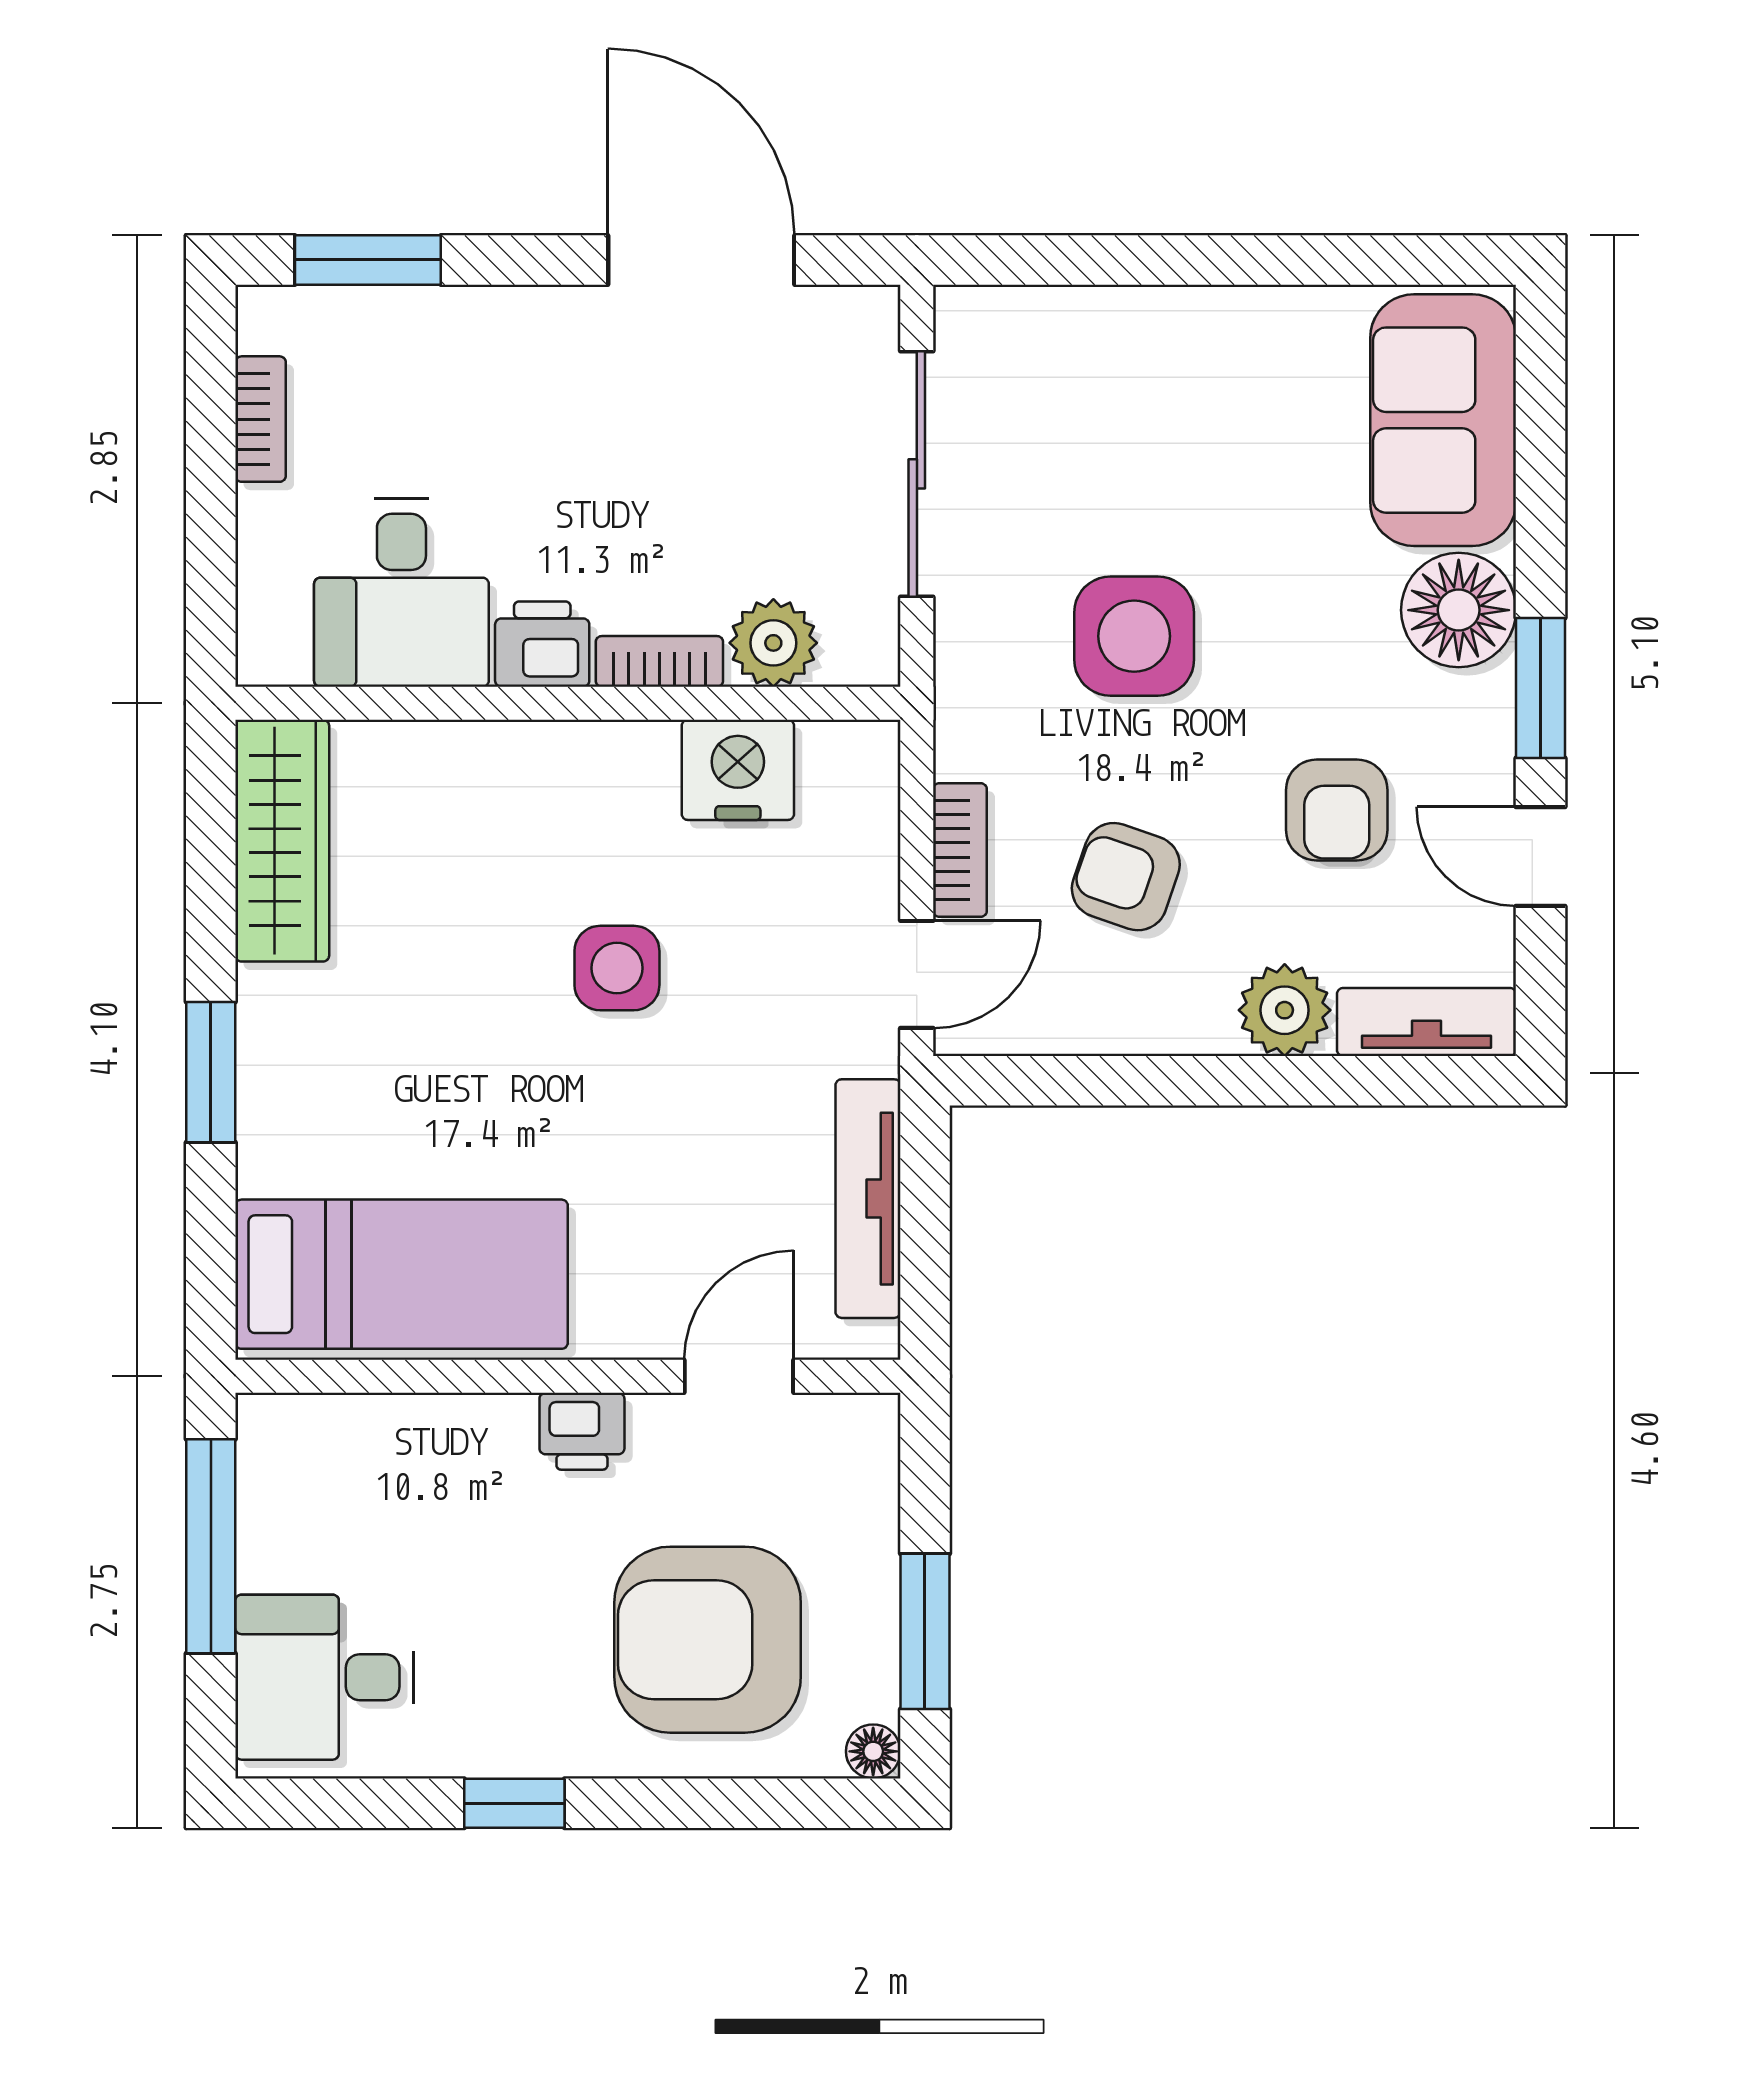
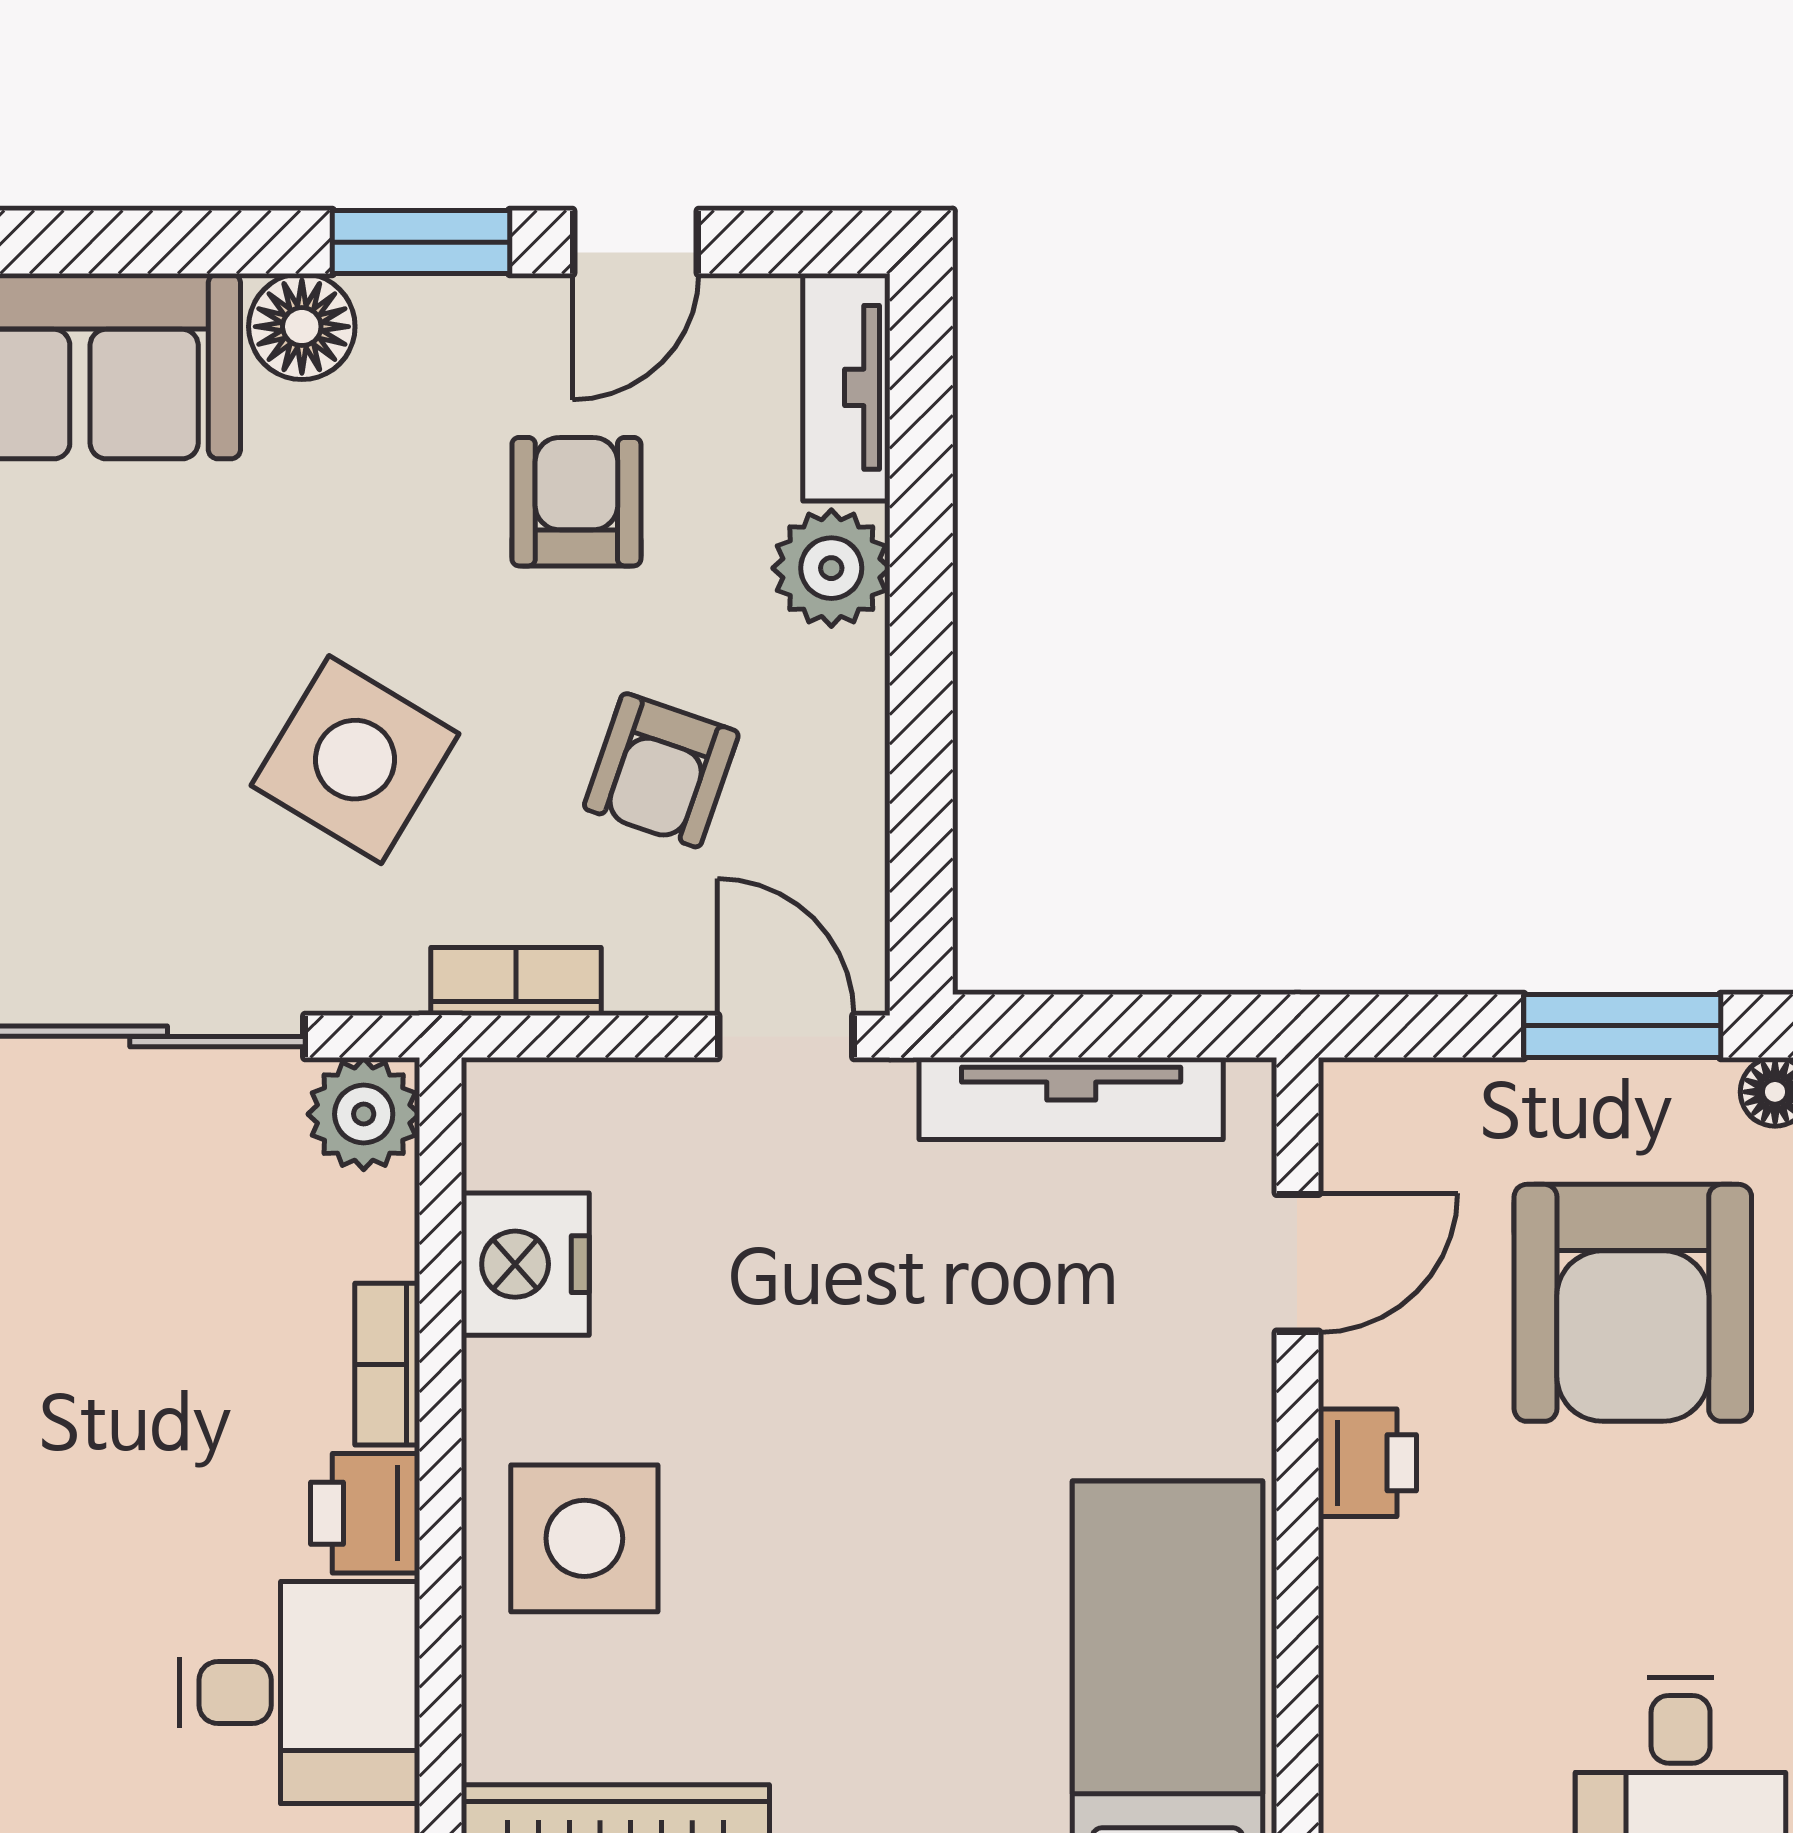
floor lamp: (1459, 610) -> (302, 327), width x0.73, depth x0.73
side table: (1134, 636) -> (355, 760), turned 31
plant: (773, 643) -> (364, 1114), moved
armchair: (1337, 810) -> (576, 502), turned -90
bookcase: (960, 850) -> (516, 981), moved
side table: (617, 968) -> (584, 1538), moved, width x1.37, depth x1.37
door: (739, 1376) -> (1297, 1263), swing flipped

